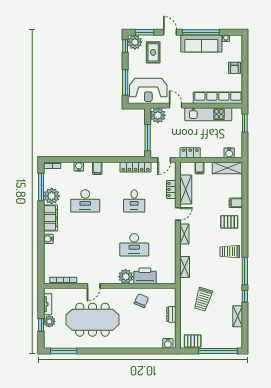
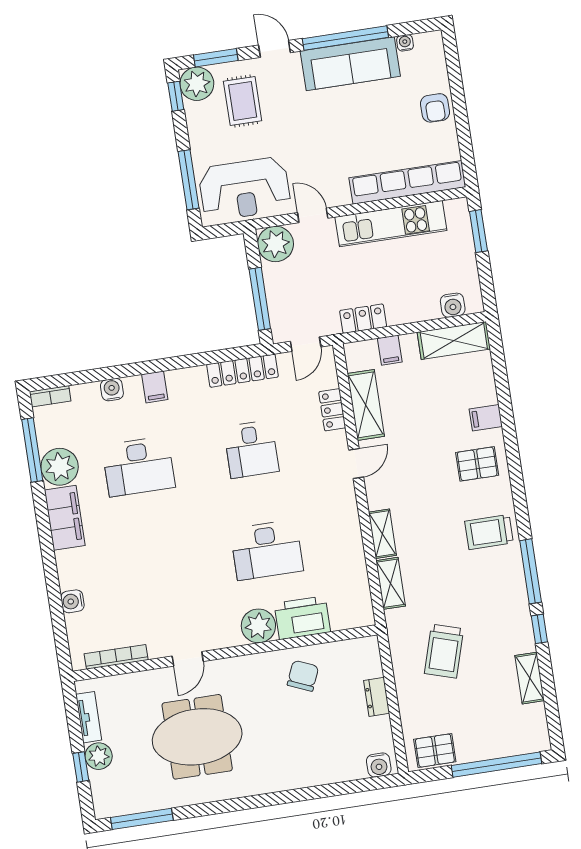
shelving: (184, 234) -> (382, 534), moved
water cooler: (48, 239) -> (72, 601), moved
meeting table: (92, 320) -> (197, 737), width x0.73

